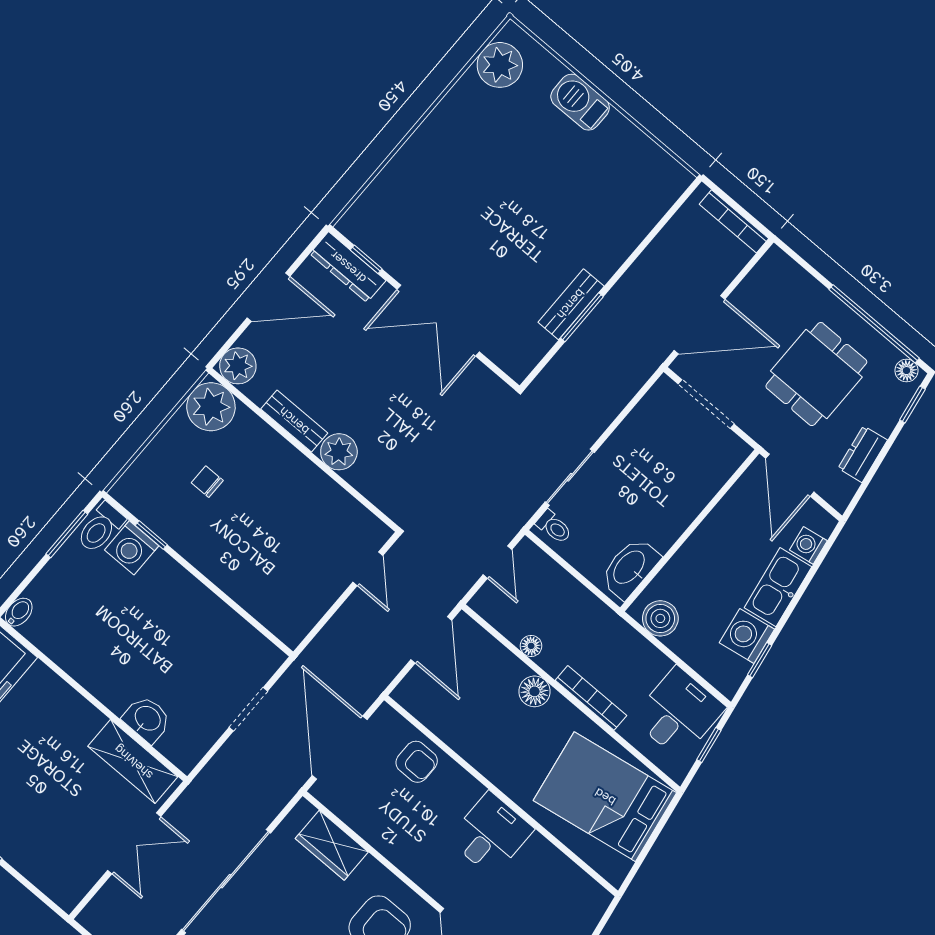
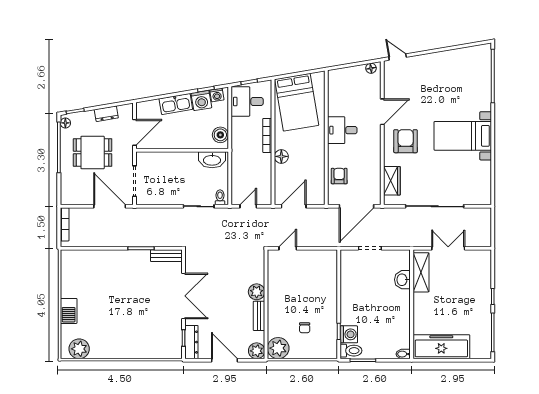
bench: (571, 304) -> (166, 256), moved
washing machine: (808, 545) -> (217, 95), moved
floor lamp: (531, 646) -> (267, 171), removed

